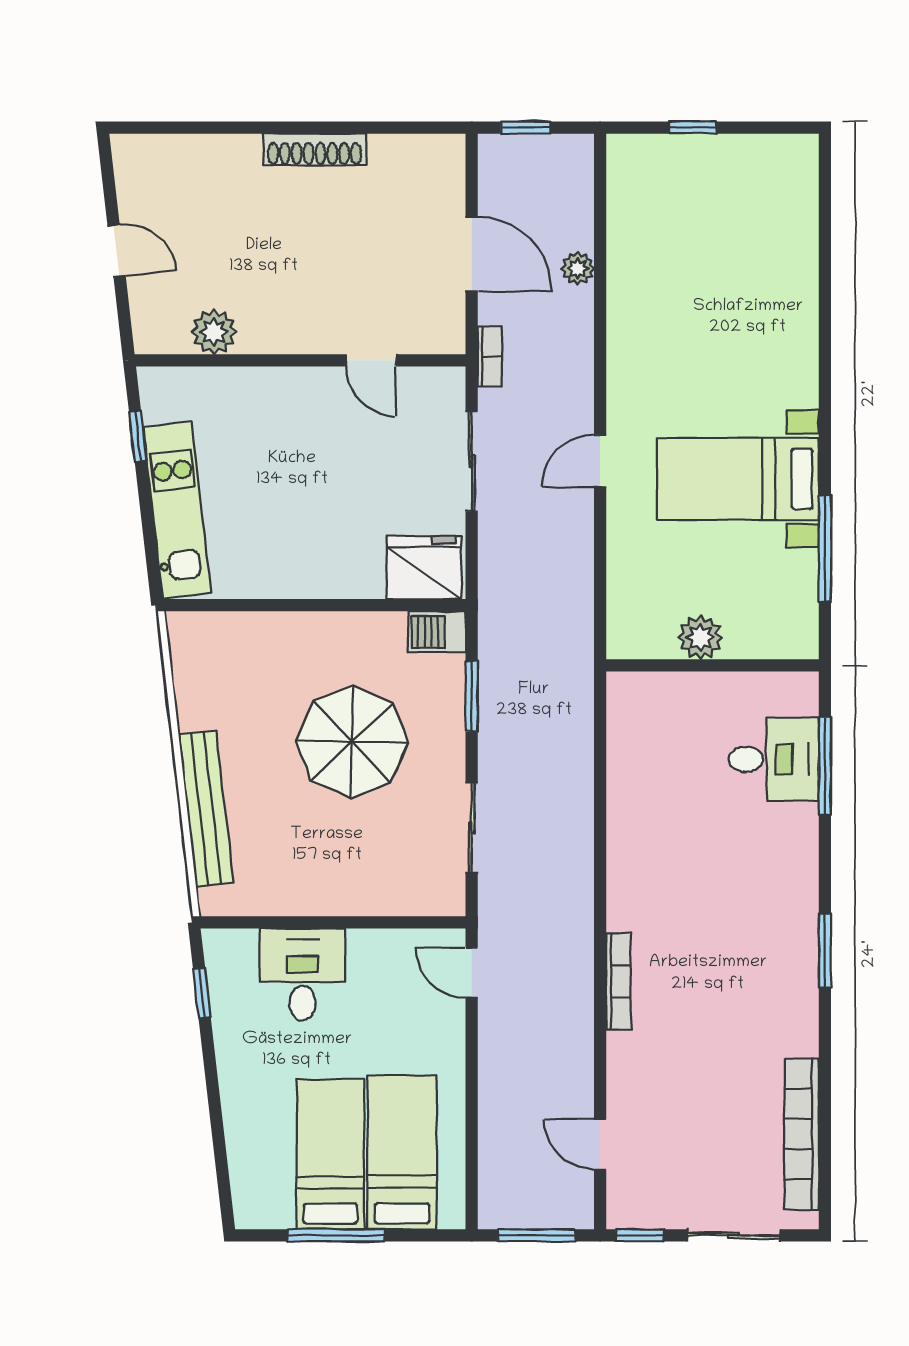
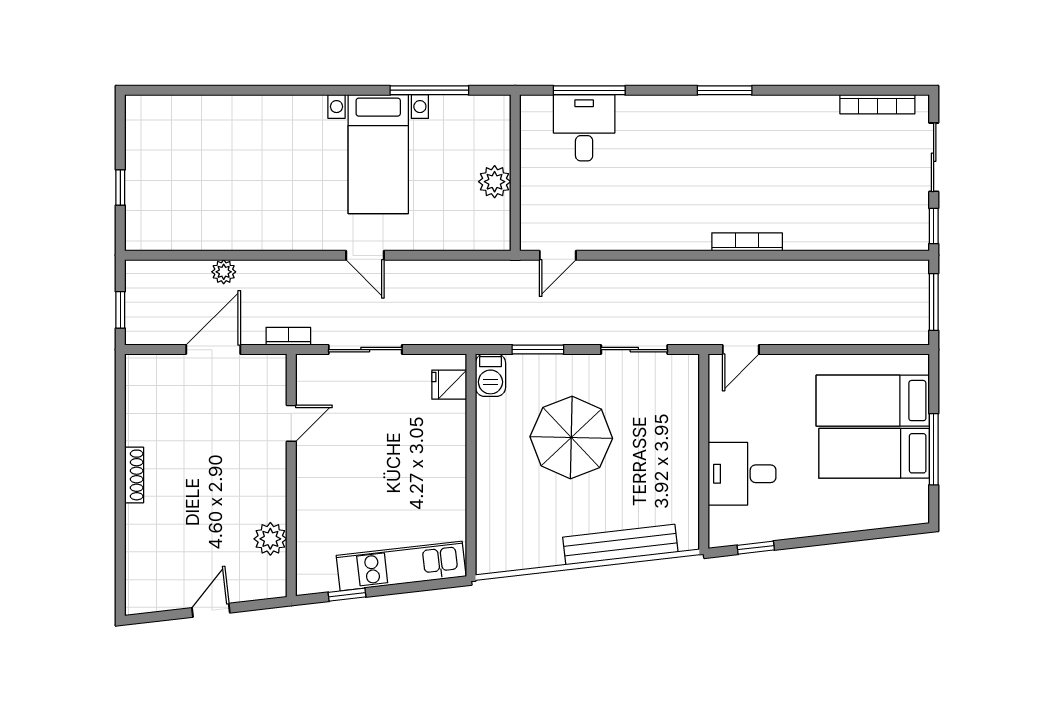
shoe rack: (315, 149) -> (134, 475), width x0.74, depth x0.81
fridge: (424, 568) -> (449, 385), width x0.53, depth x0.75
bookcase: (802, 1134) -> (877, 104), width x0.68, depth x0.76
door: (600, 1144) -> (558, 255), moved

